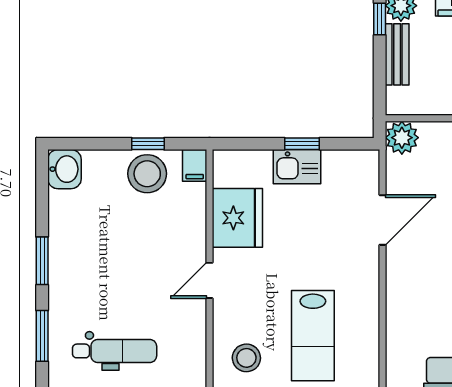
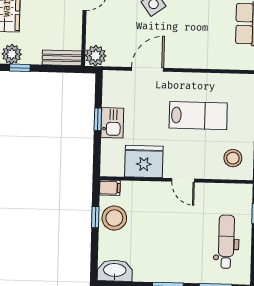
bench: (397, 54) -> (62, 58), moved
washbasin: (64, 169) -> (115, 271), width x1.38
door: (382, 220) -> (148, 69), hinge flipped
lab bench: (313, 336) -> (198, 116), moved

